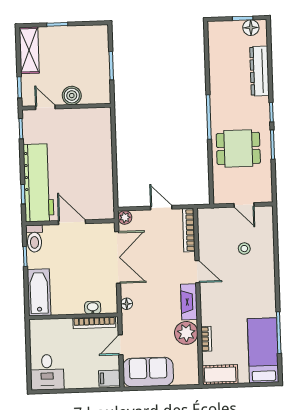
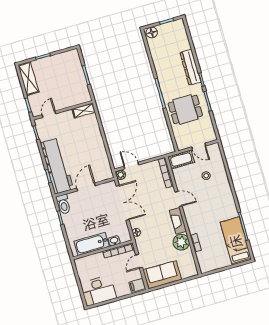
floor lamp: (251, 28) -> (152, 32), moved
dresser: (259, 71) -> (190, 67), moved
boiler: (72, 96) -> (65, 102), removed
door: (45, 107) -> (49, 114), hinge flipped
shelving: (95, 114) -> (84, 111), added
door: (161, 208) -> (131, 166), moved
door: (72, 222) -> (86, 187), hinge flipped
bathtub: (39, 292) -> (92, 244), moved, turned -90
desk: (47, 372) -> (98, 291), width x1.37
cot: (220, 375) -> (181, 160), moved

